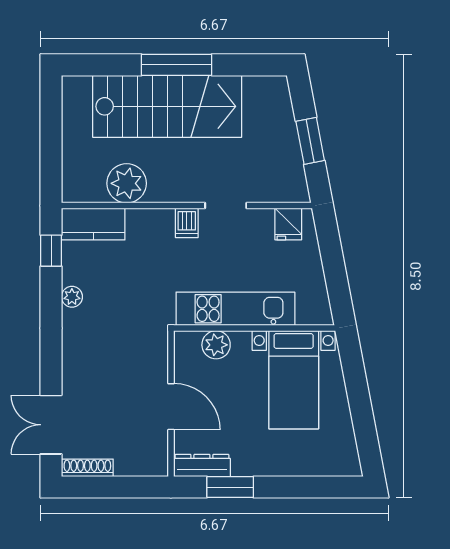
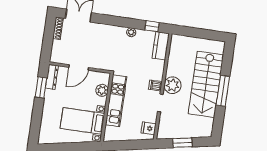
plant: (127, 183) -> (173, 85), moved

